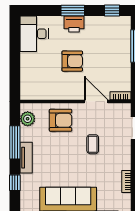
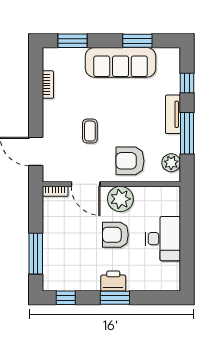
desk: (34, 34) -> (163, 239), moved
plant: (68, 90) -> (120, 199), added

